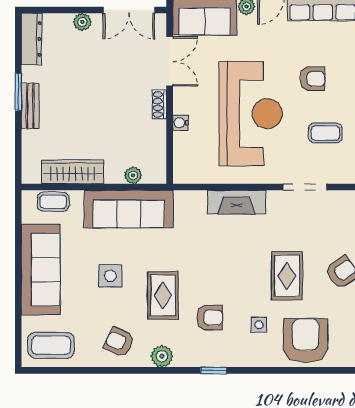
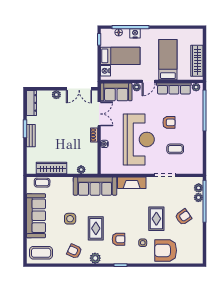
sofa: (129, 209) -> (95, 186), moved
armchair: (306, 341) -> (166, 250), turned -90

